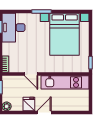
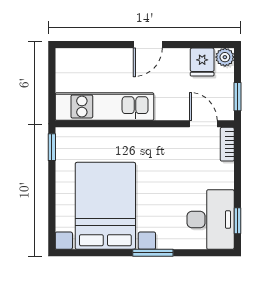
door: (31, 74) -> (203, 124), moved
fridge: (29, 104) -> (202, 62), moved

